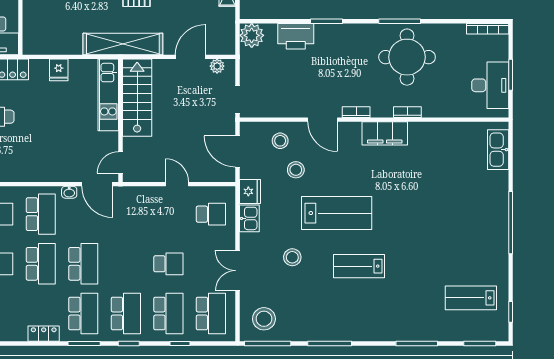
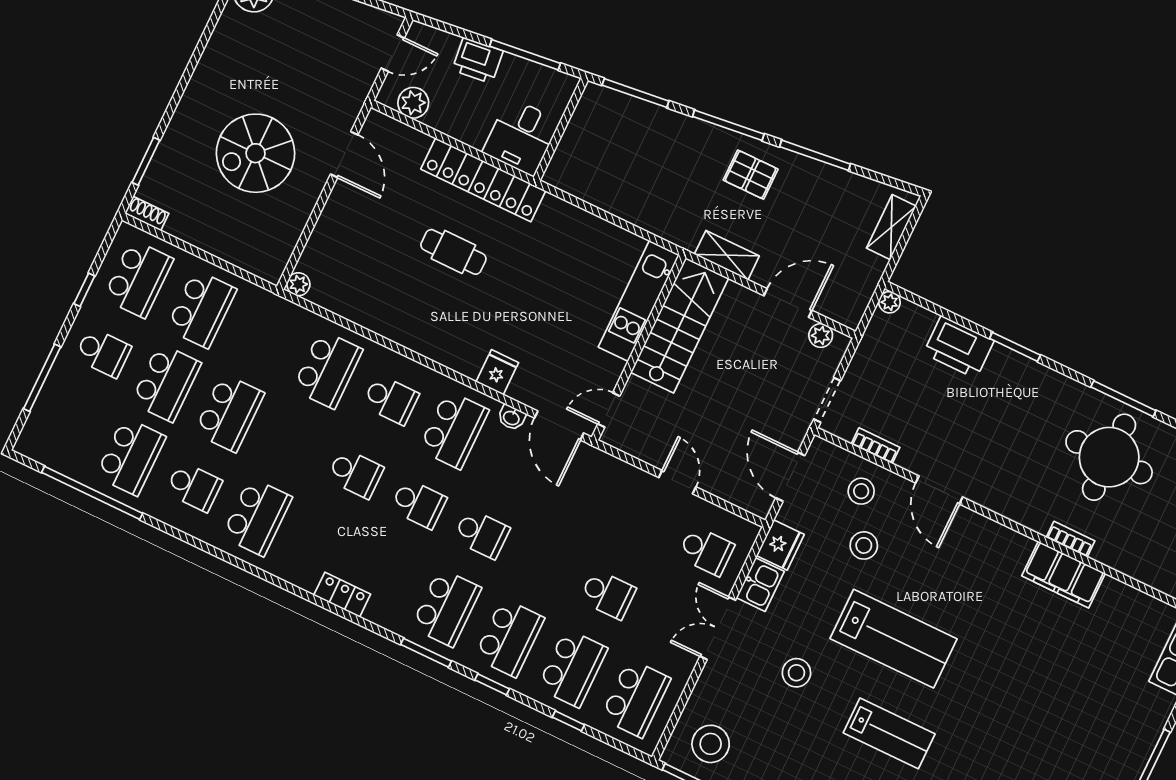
plant: (252, 35) -> (889, 302), width x0.53, depth x0.53
shelving: (123, 44) -> (727, 255), width x0.45, depth x0.75
fridge: (59, 70) -> (497, 372), moved, turned 180
bookcase: (356, 112) -> (875, 446), moved
filing cabinet: (385, 133) -> (1064, 575), moved
school desk: (41, 264) -> (418, 504), width x0.54
school desk: (83, 264) -> (482, 534), width x0.54
lab bench: (359, 266) -> (889, 733), turned 180
double door: (238, 271) -> (718, 628), moved
locker: (44, 334) -> (342, 595), moved

